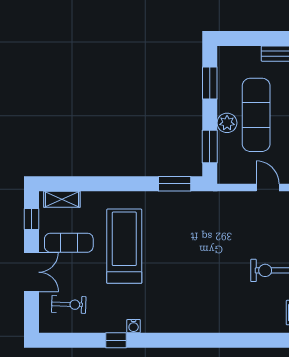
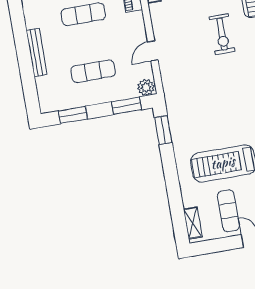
exercise mat: (256, 115) -> (93, 71), width x0.73, depth x0.69
plant: (227, 123) -> (146, 87), moved
window: (31, 219) -> (214, 246), removed

